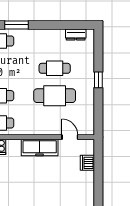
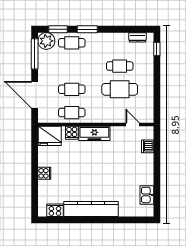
window: (98, 80) -> (157, 49), moved
freezer: (40, 147) -> (94, 133), moved

